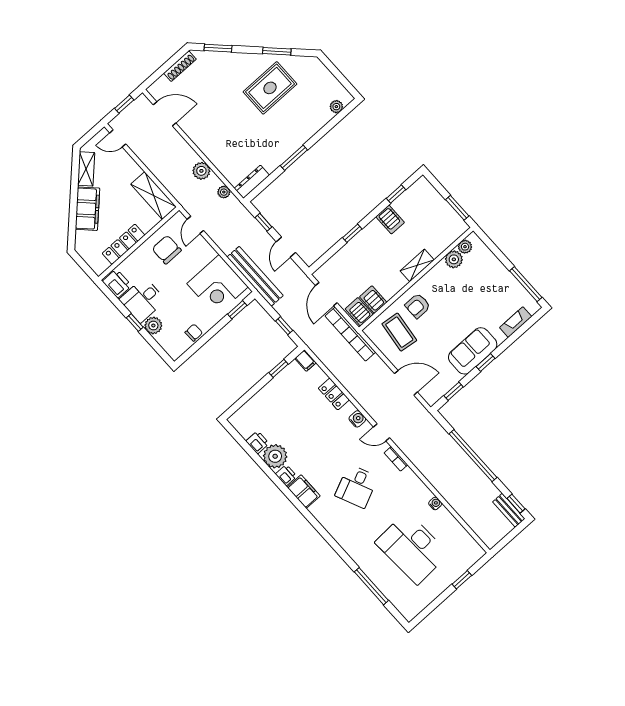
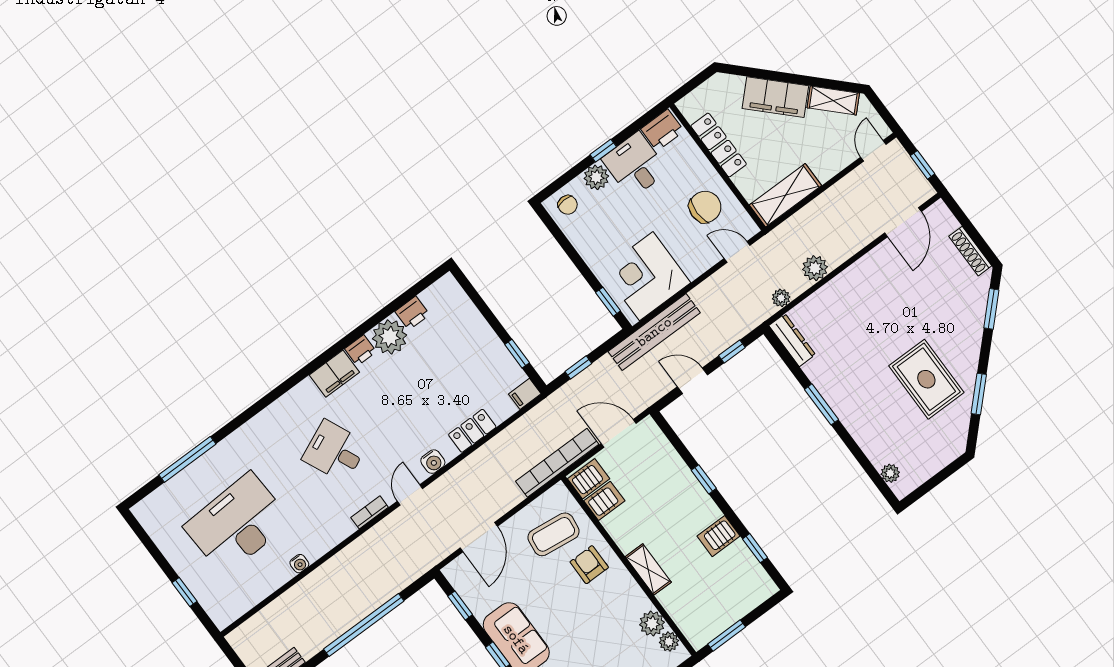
chair: (194, 333) -> (568, 205), moved

